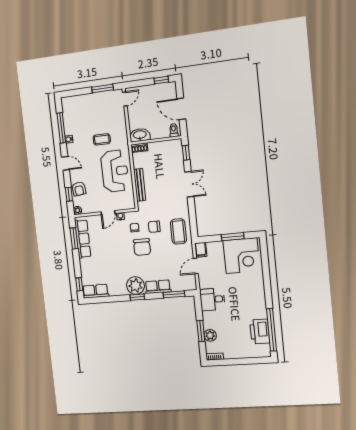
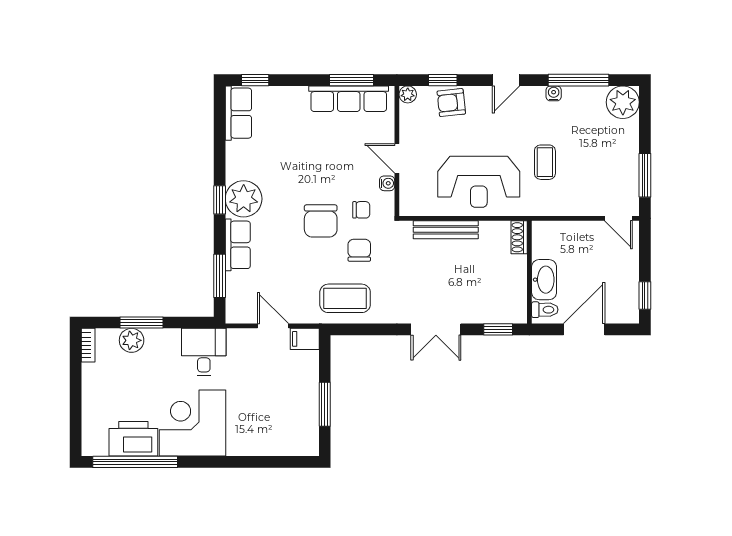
plant: (69, 105) -> (623, 102), added
washbasin: (140, 135) -> (544, 280), moved
chair: (142, 247) -> (321, 221), turned -90
corner desk: (241, 256) -> (192, 423), moved, turned 90

